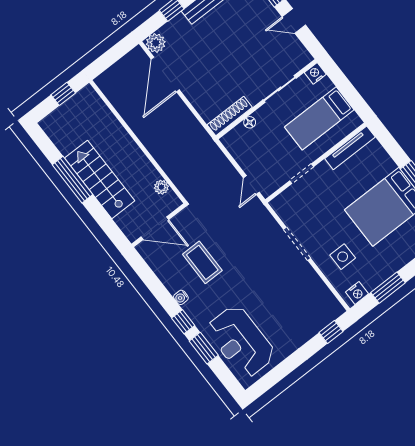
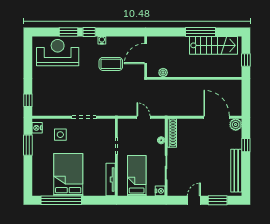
stairs: (100, 179) -> (213, 45), moved
door: (251, 185) -> (143, 117), moved

